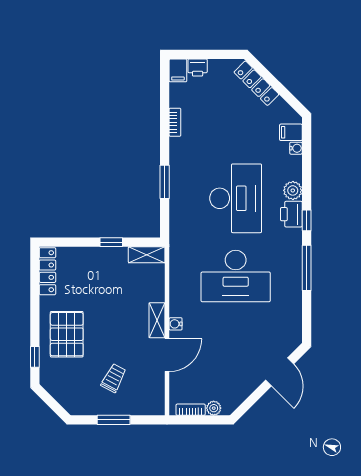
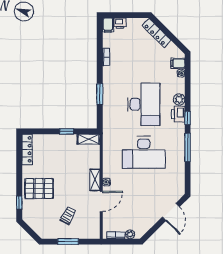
pallet: (67, 334) -> (39, 188), turned 90

